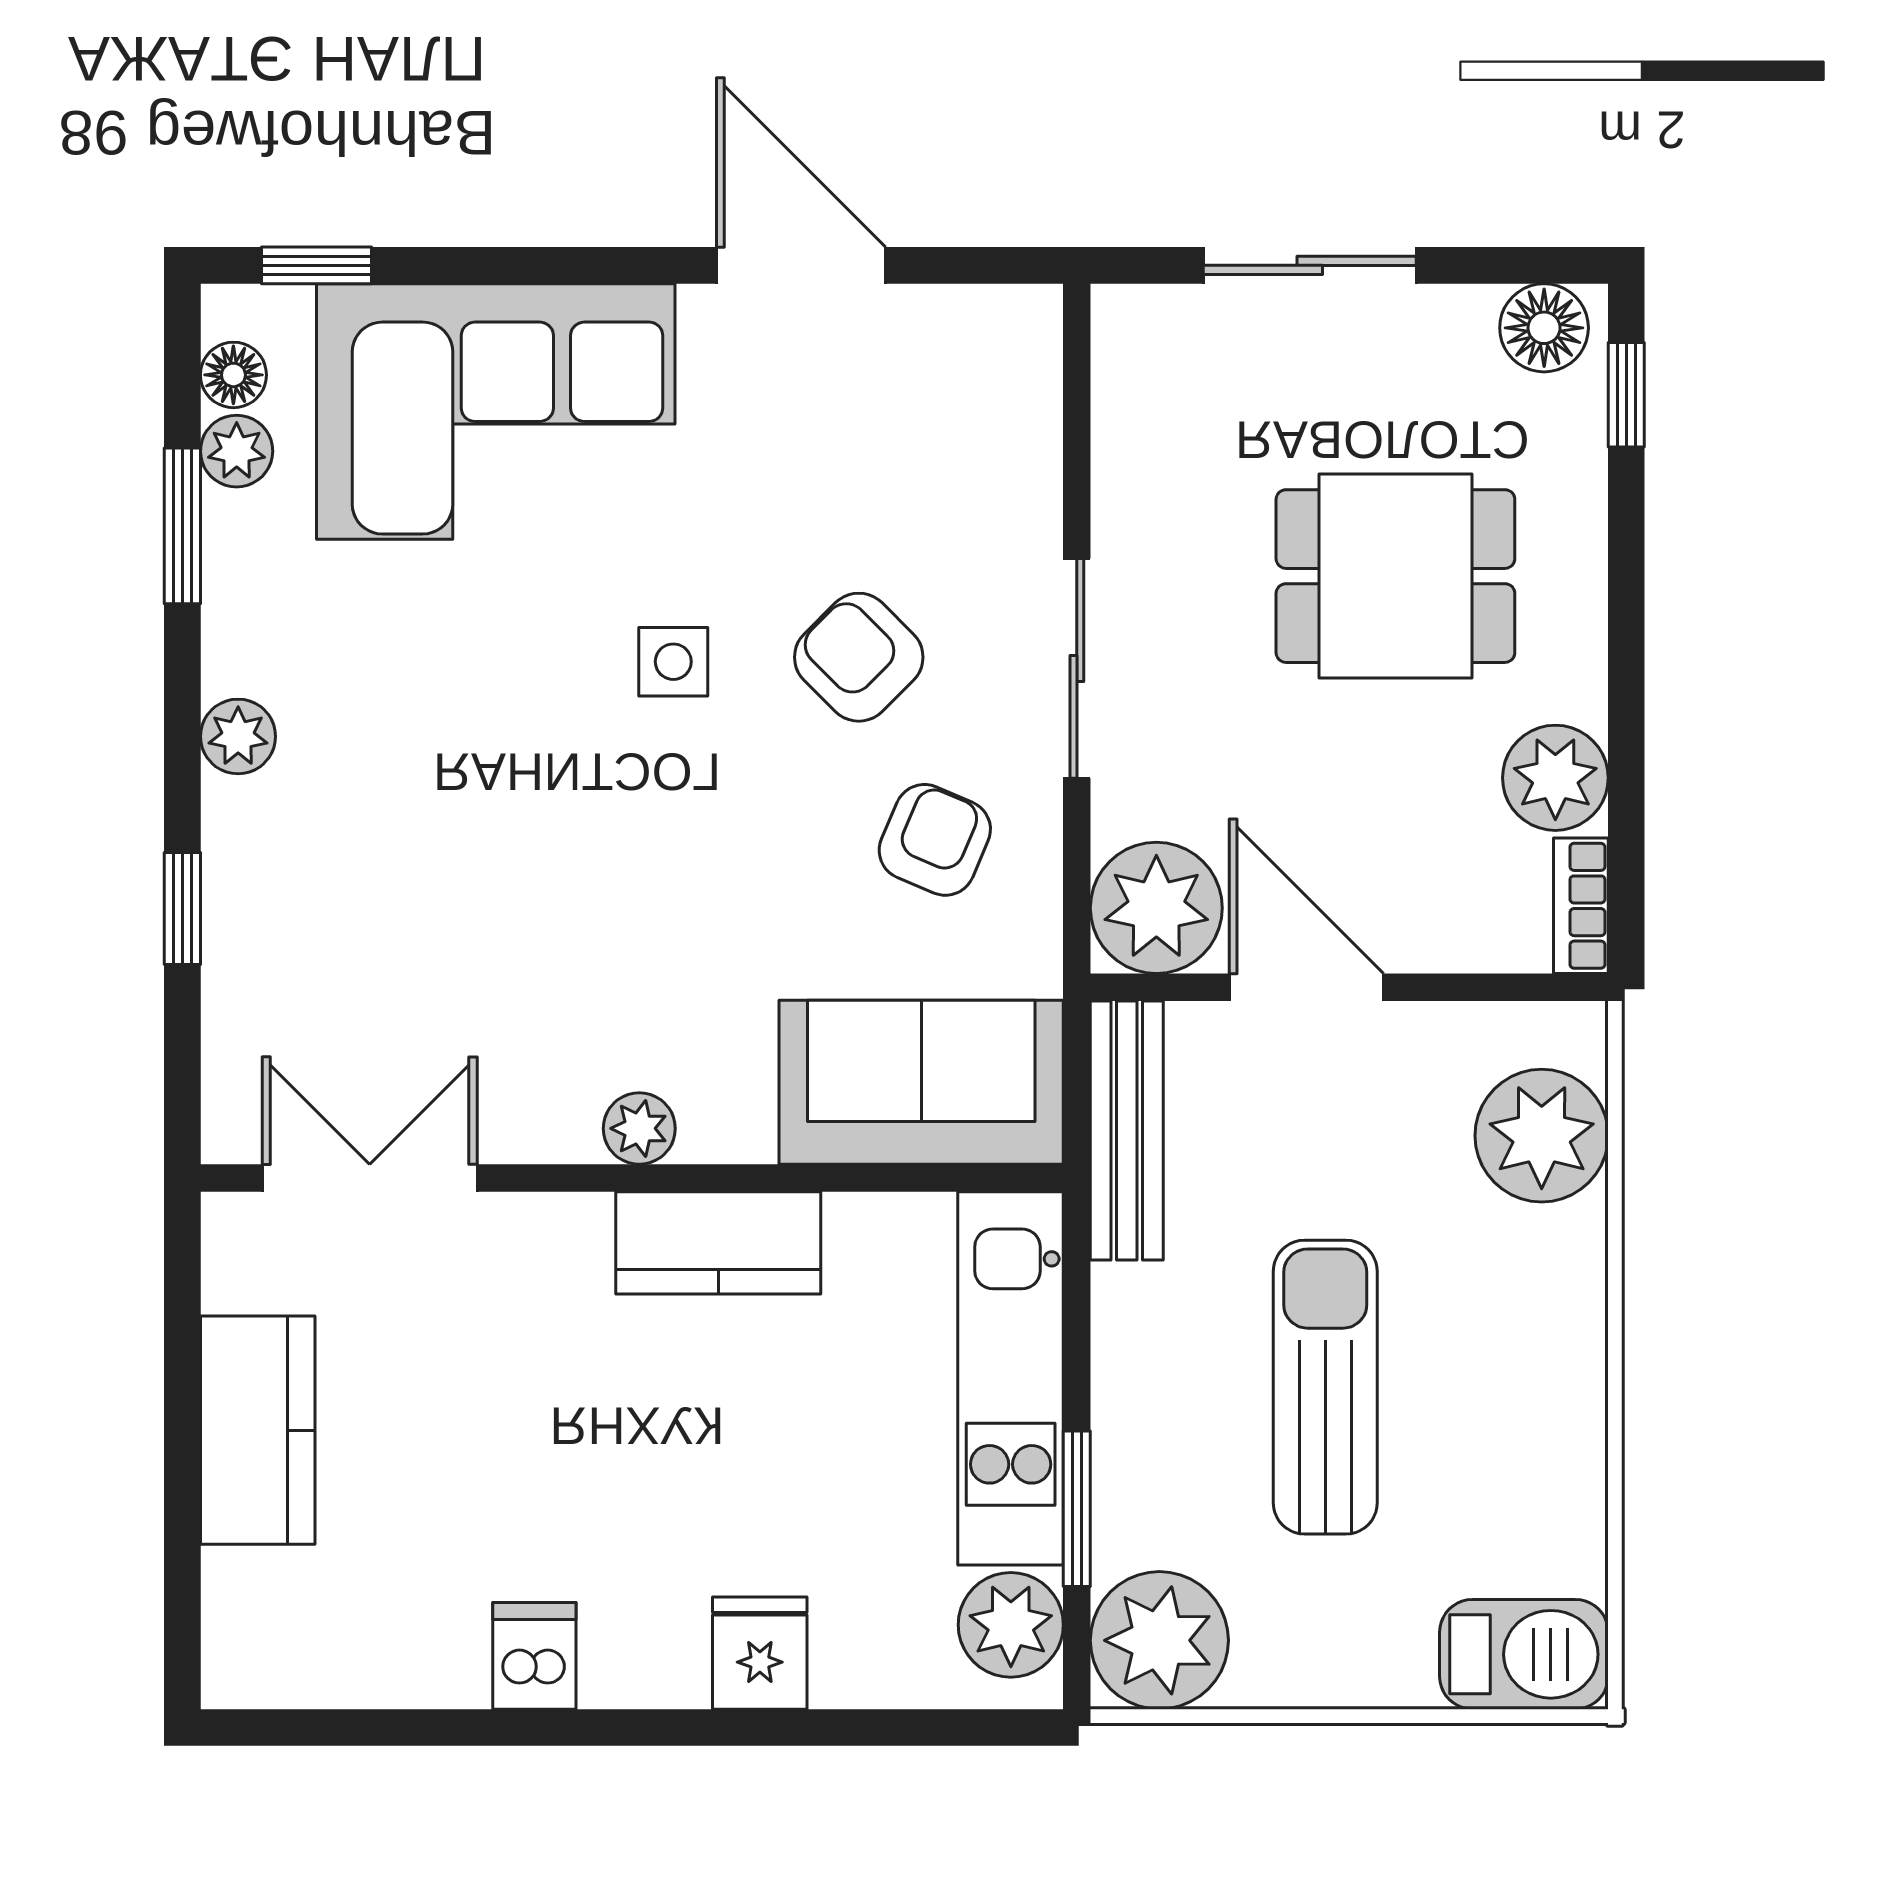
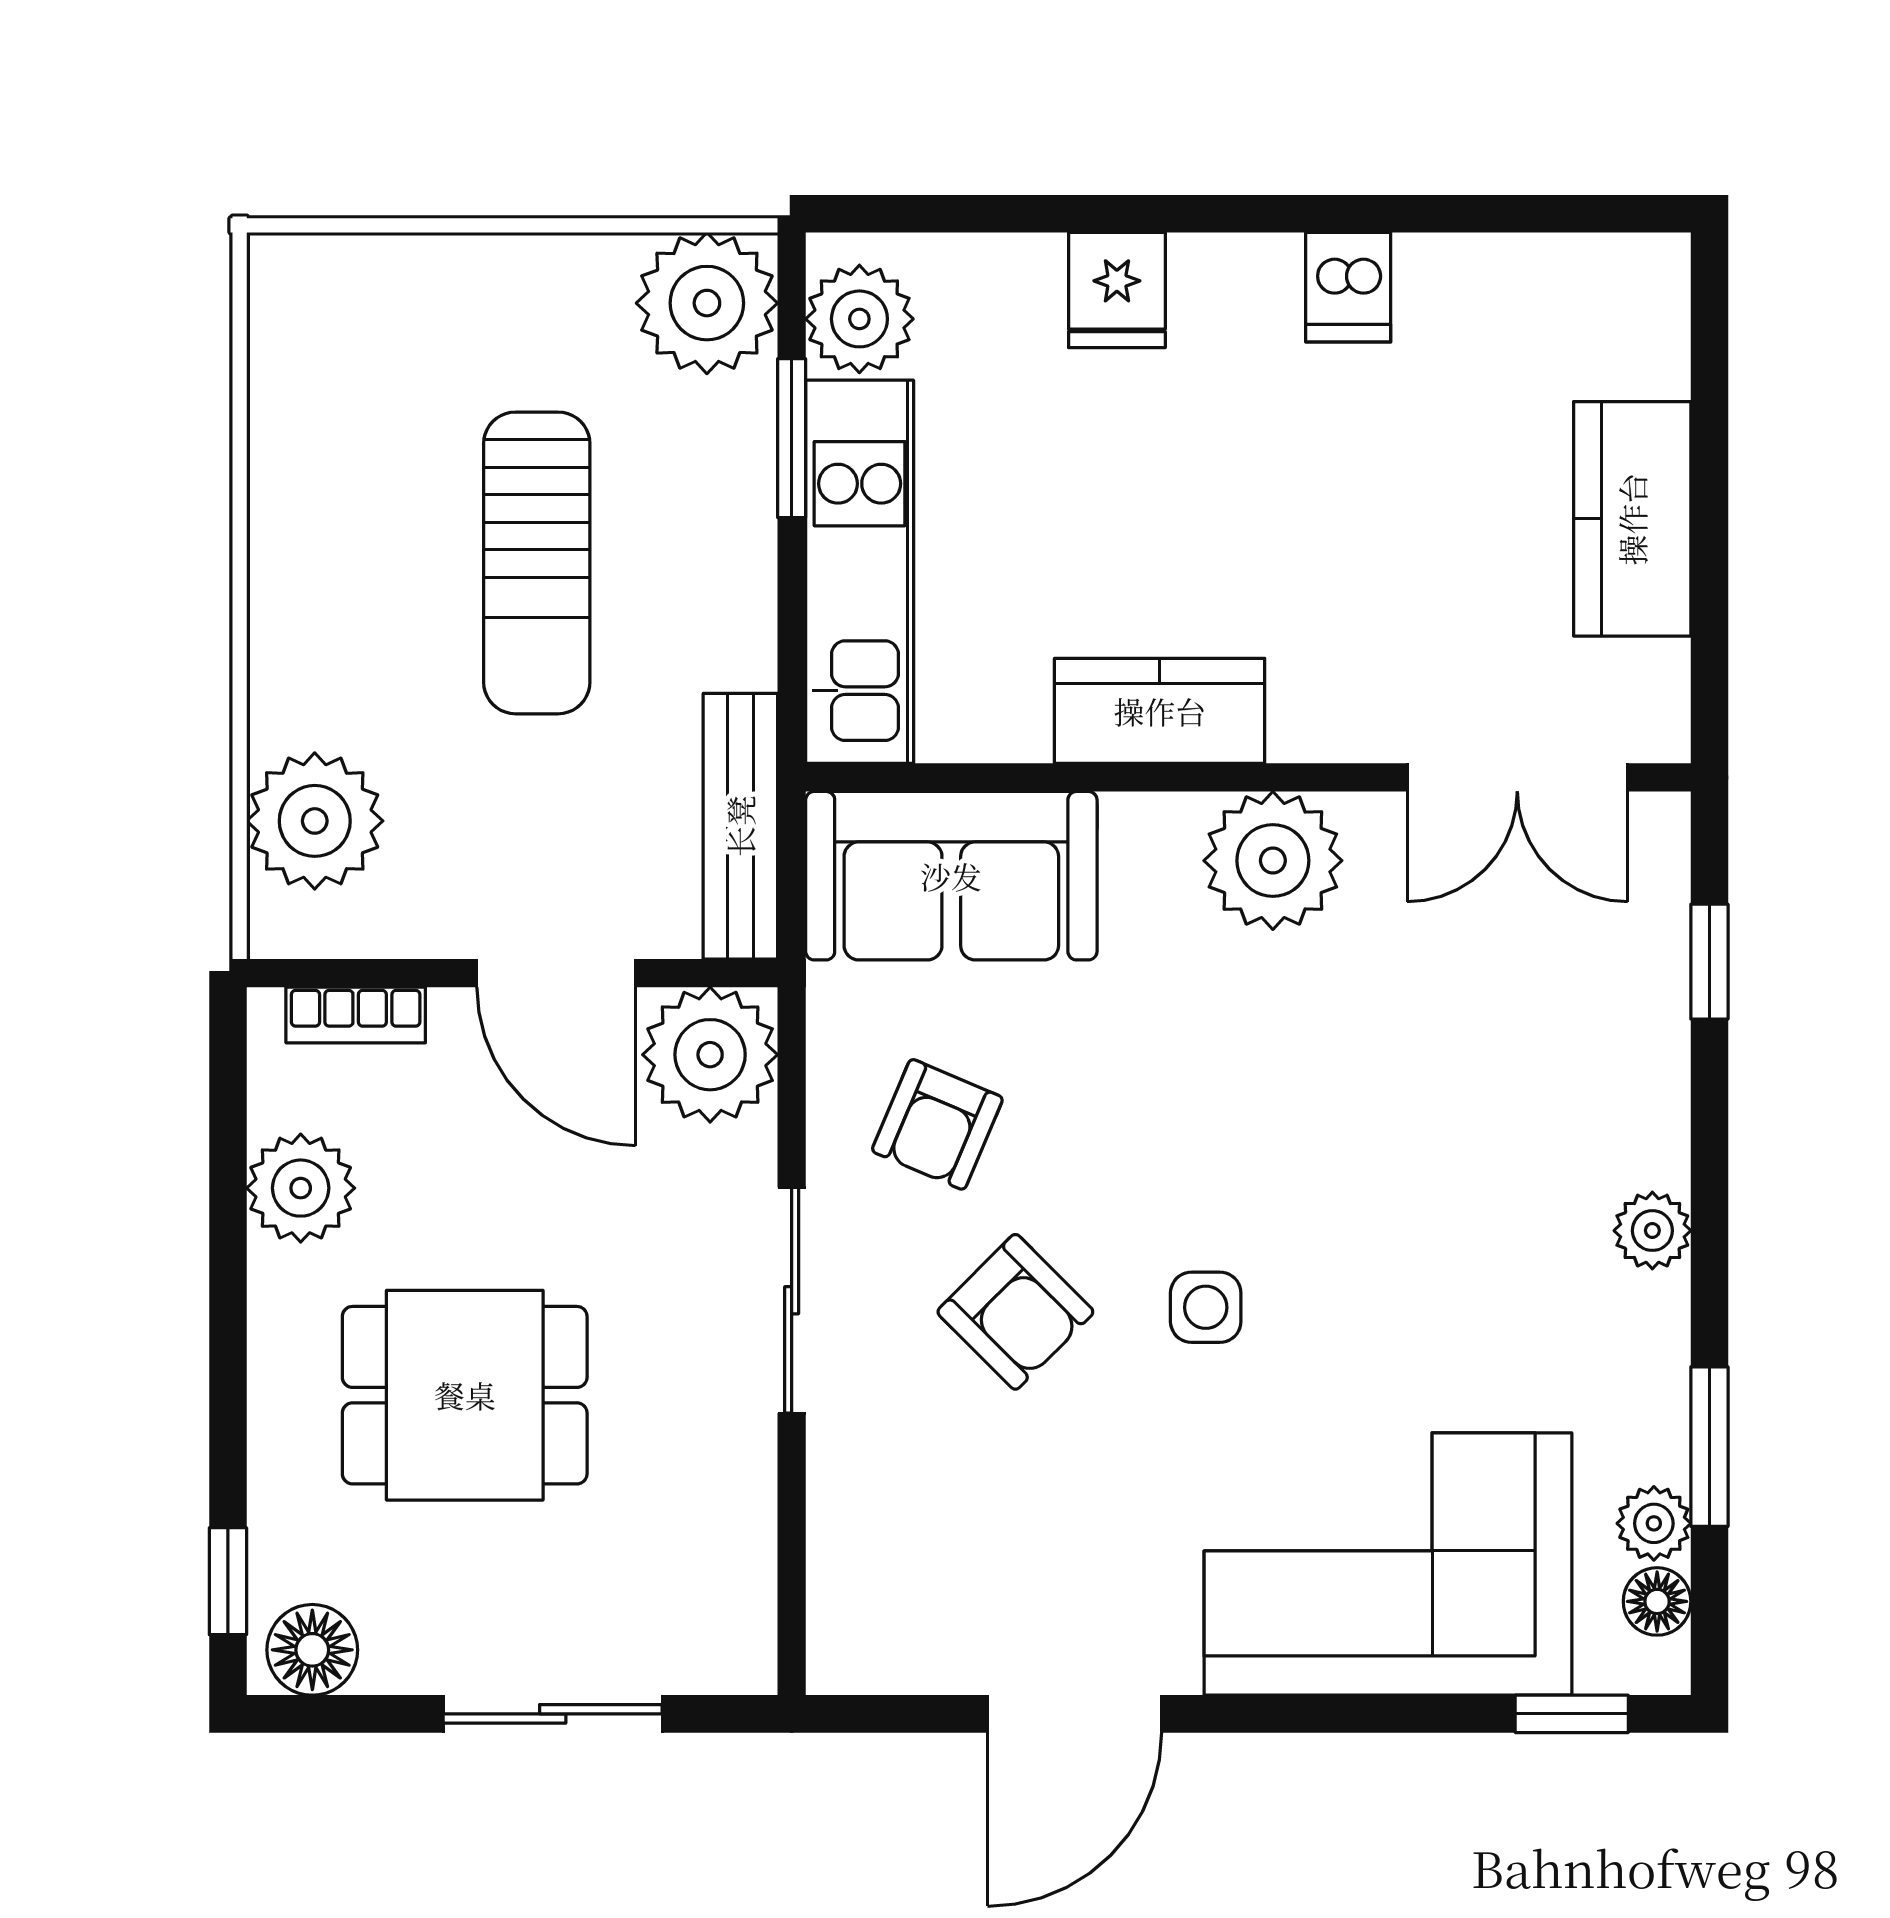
door: (801, 265) -> (1075, 1714), hinge flipped
bookcase: (1581, 906) -> (356, 1015), moved, turned 90
window: (182, 909) -> (1709, 962), moved
plant: (639, 1128) -> (1273, 861), width x1.87, depth x1.87
barbecue: (1524, 1654) -> (333, 289), removed

